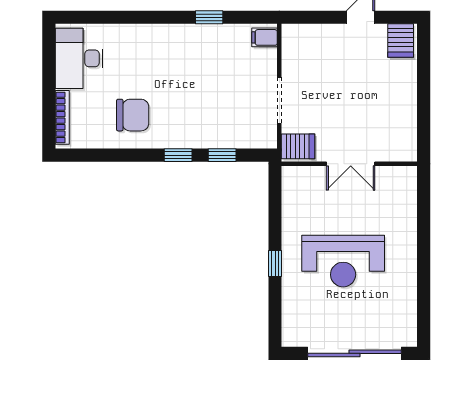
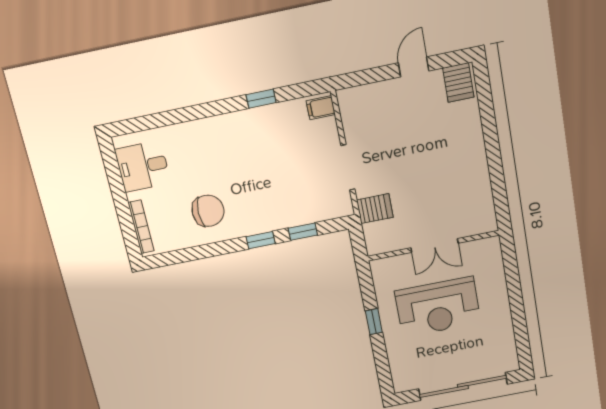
desk: (79, 58) -> (143, 166), width x0.73
wall: (349, 164) -> (433, 246), moved
double door: (351, 164) -> (435, 245), moved

